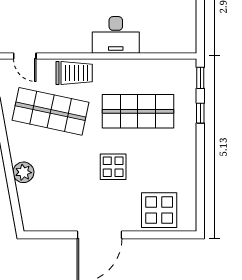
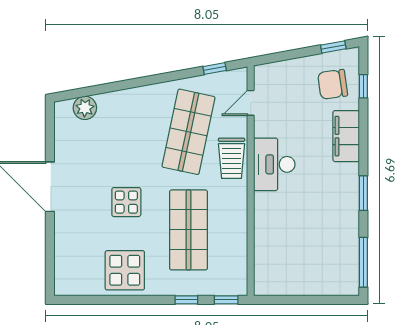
desk: (116, 35) -> (274, 164), moved
plant: (23, 172) -> (85, 108), moved
display table: (159, 210) -> (125, 270), moved

